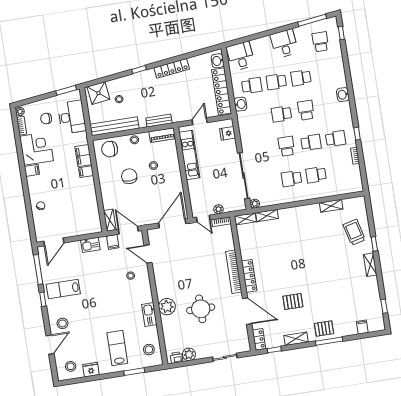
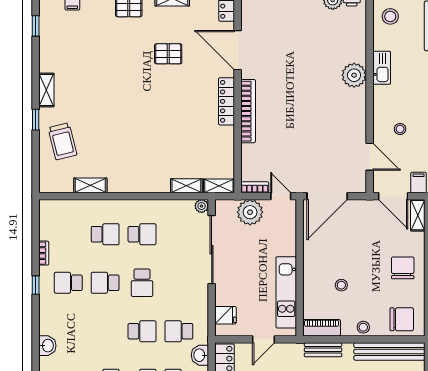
school desk: (306, 110) -> (179, 331), moved, turned 90
chair: (129, 176) -> (403, 268), moved, turned 180
plant: (218, 209) -> (250, 212), width x1.87, depth x1.87
round table: (201, 309) -> (305, 64), removed

